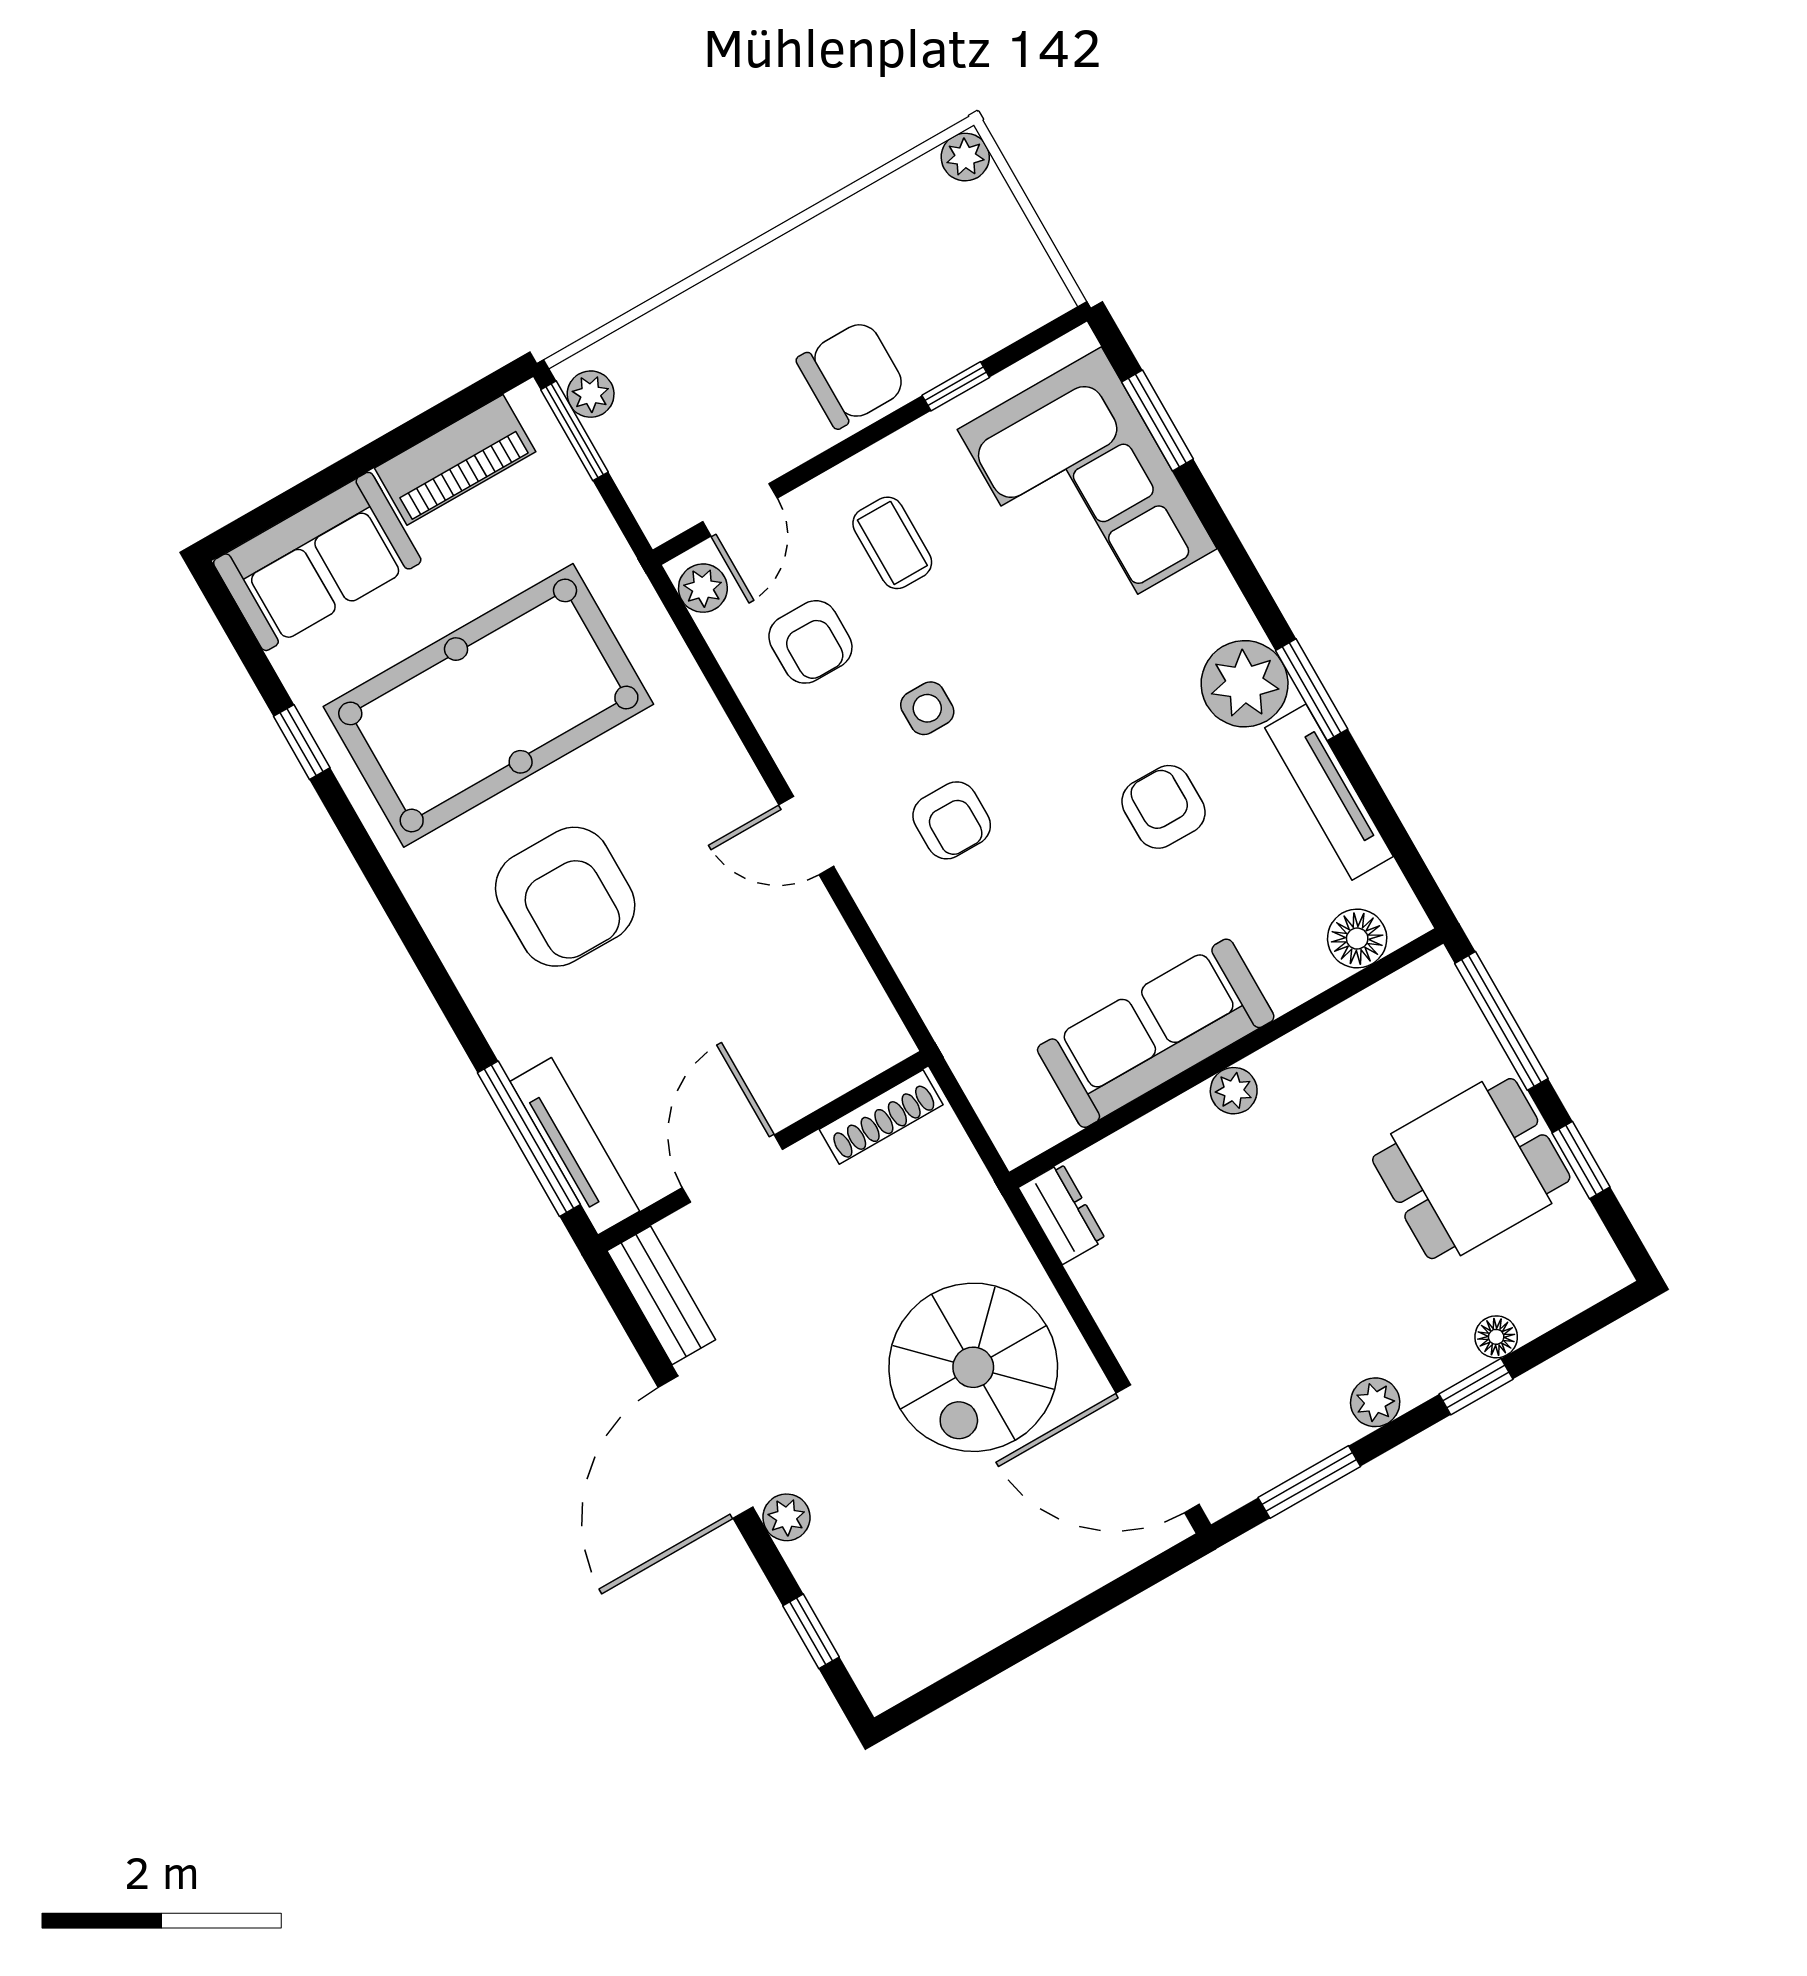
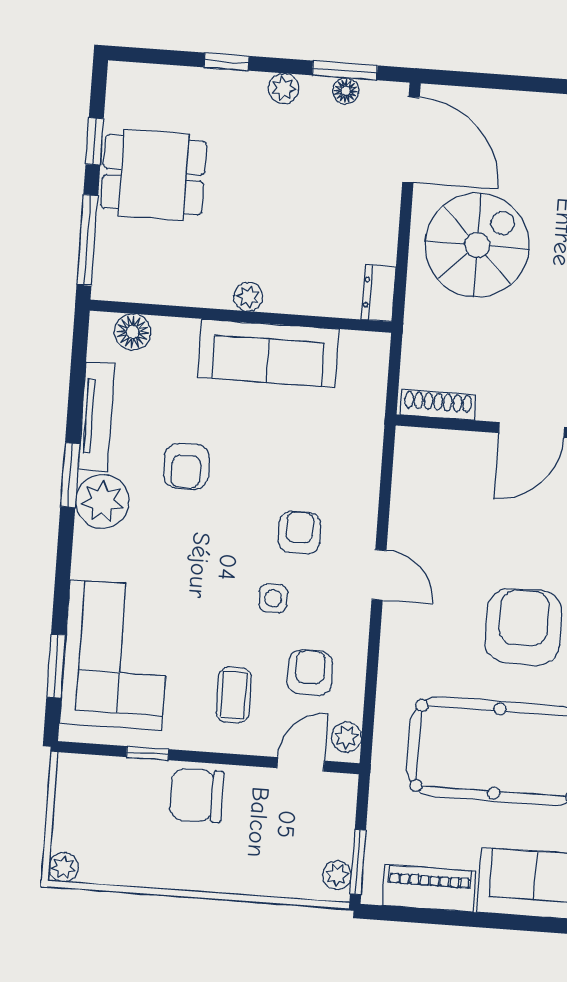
floor lamp: (1496, 1337) -> (346, 91), moved

